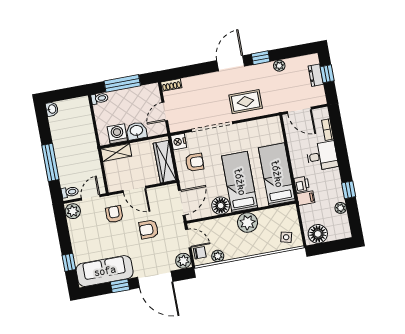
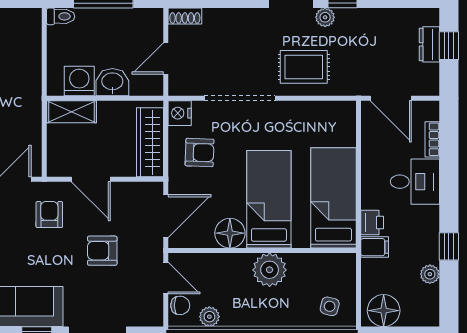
plant: (279, 66) -> (325, 17), moved
plant: (183, 261) -> (150, 314), removed

